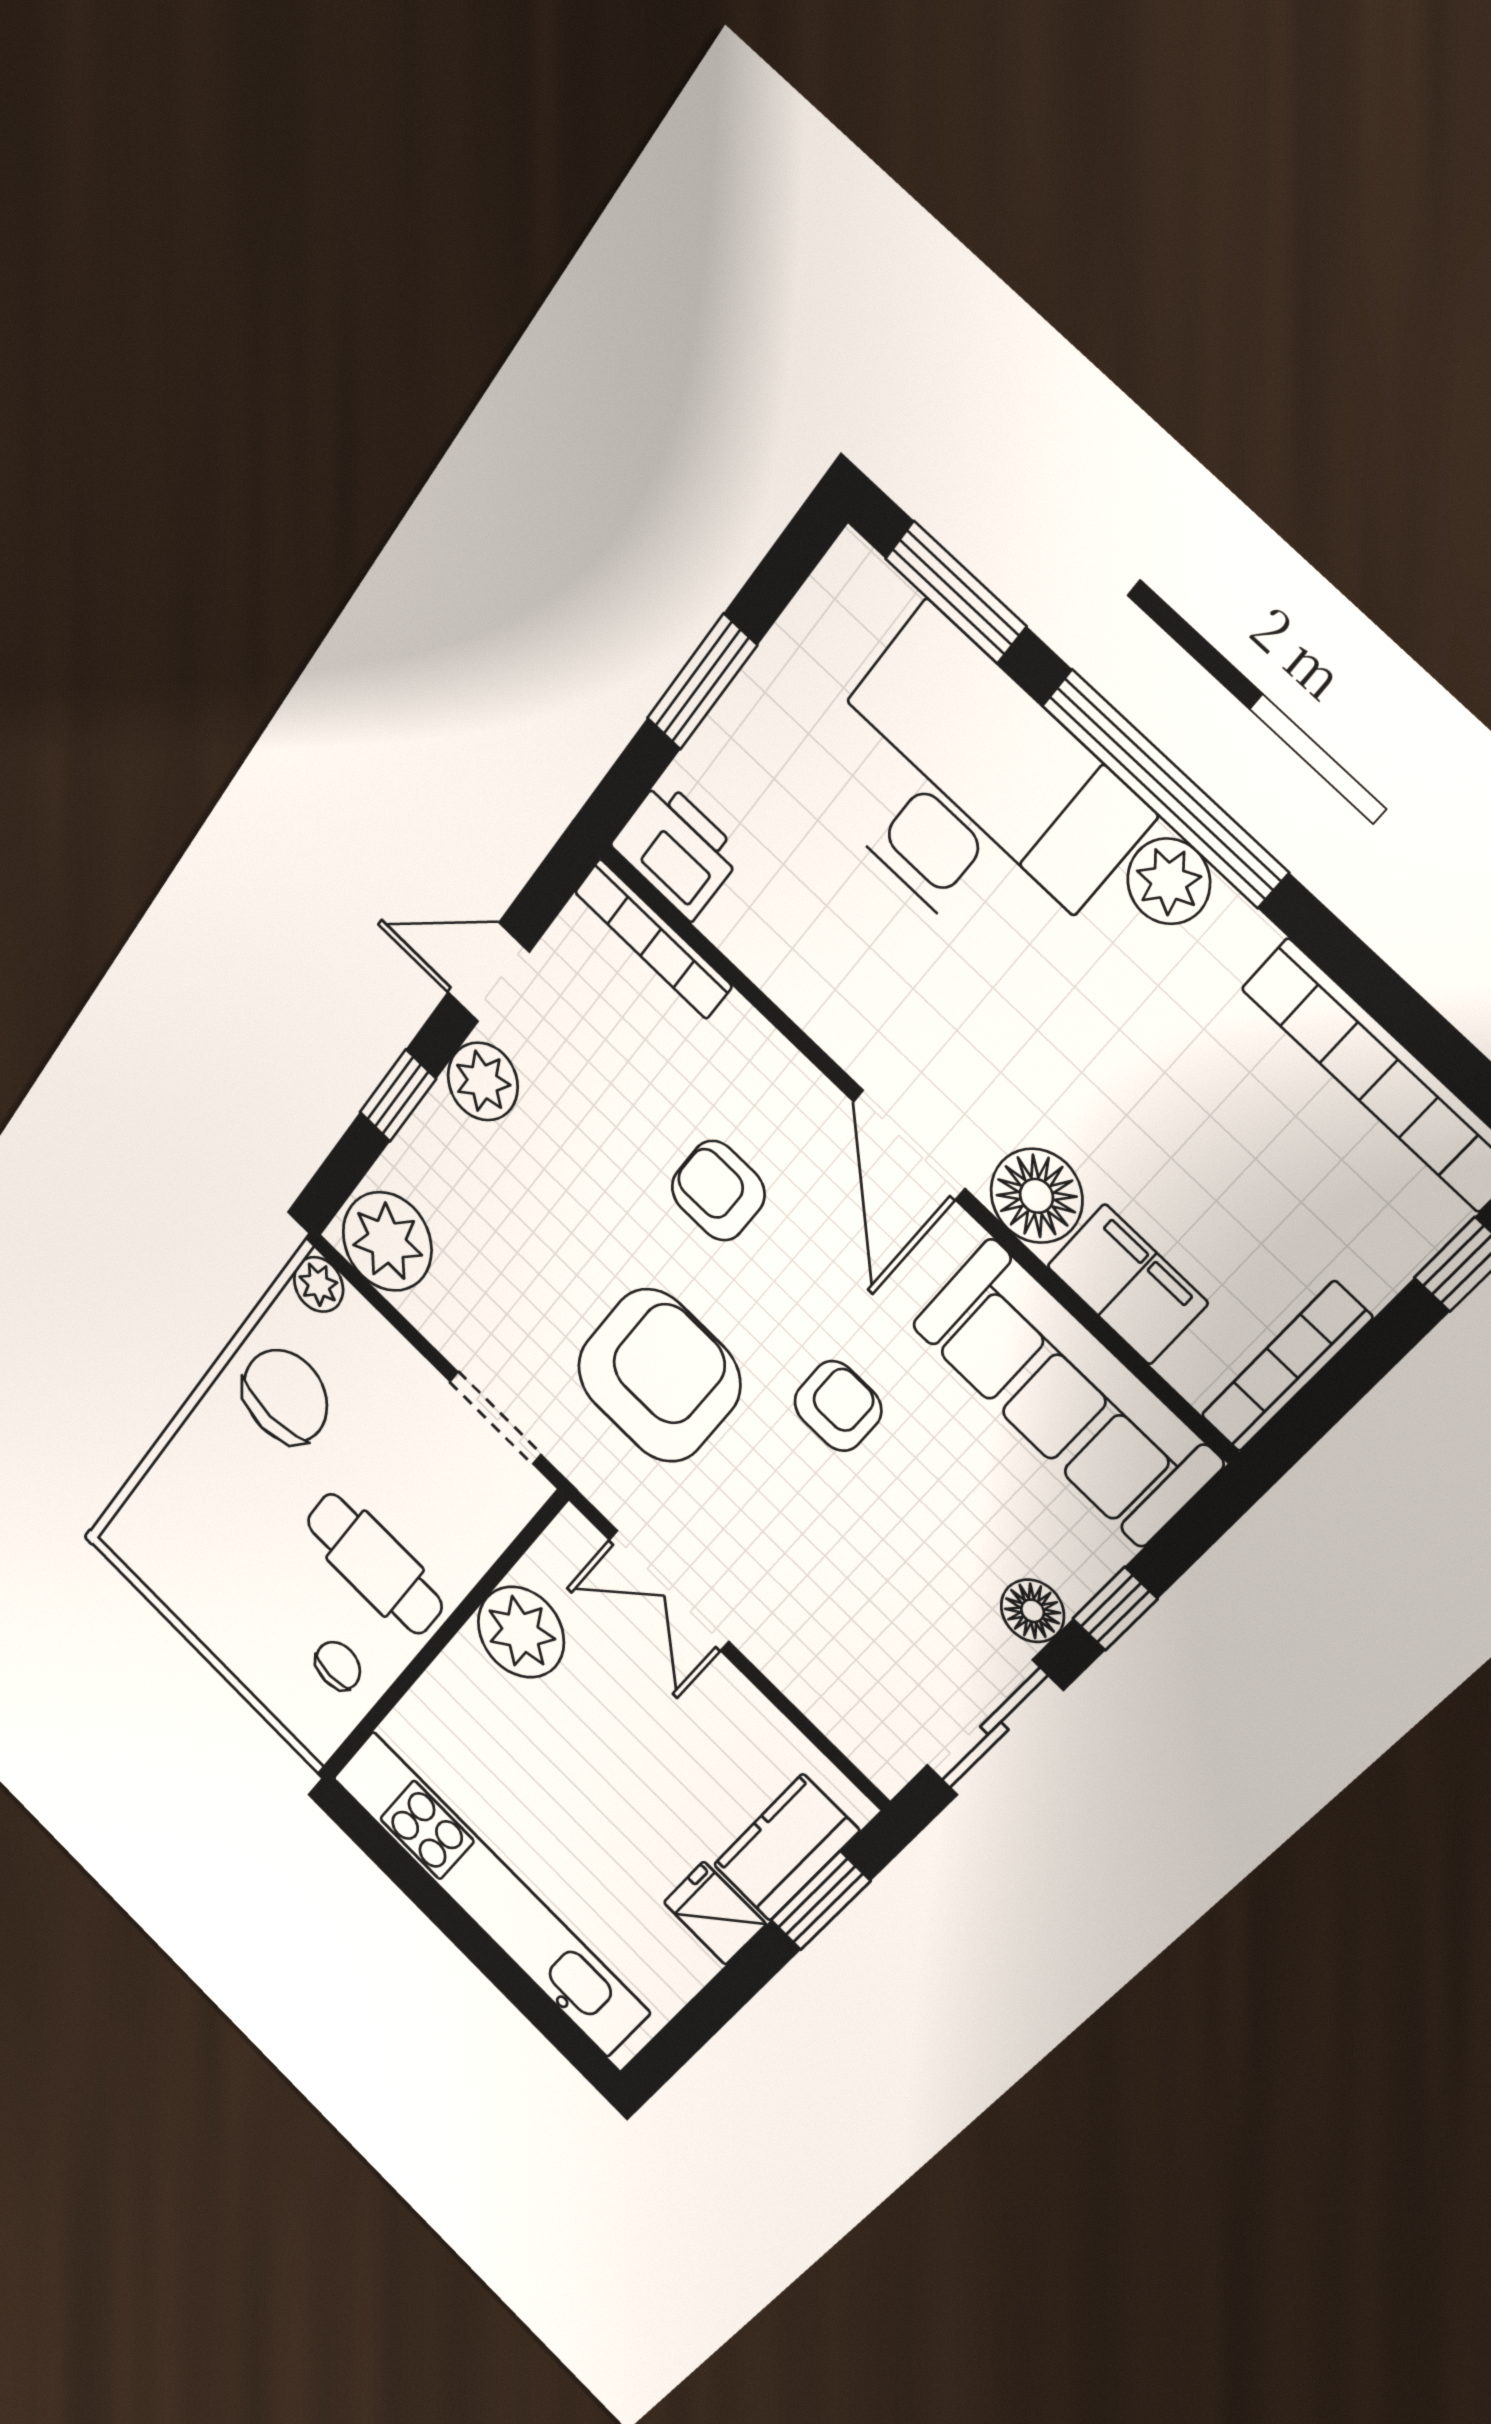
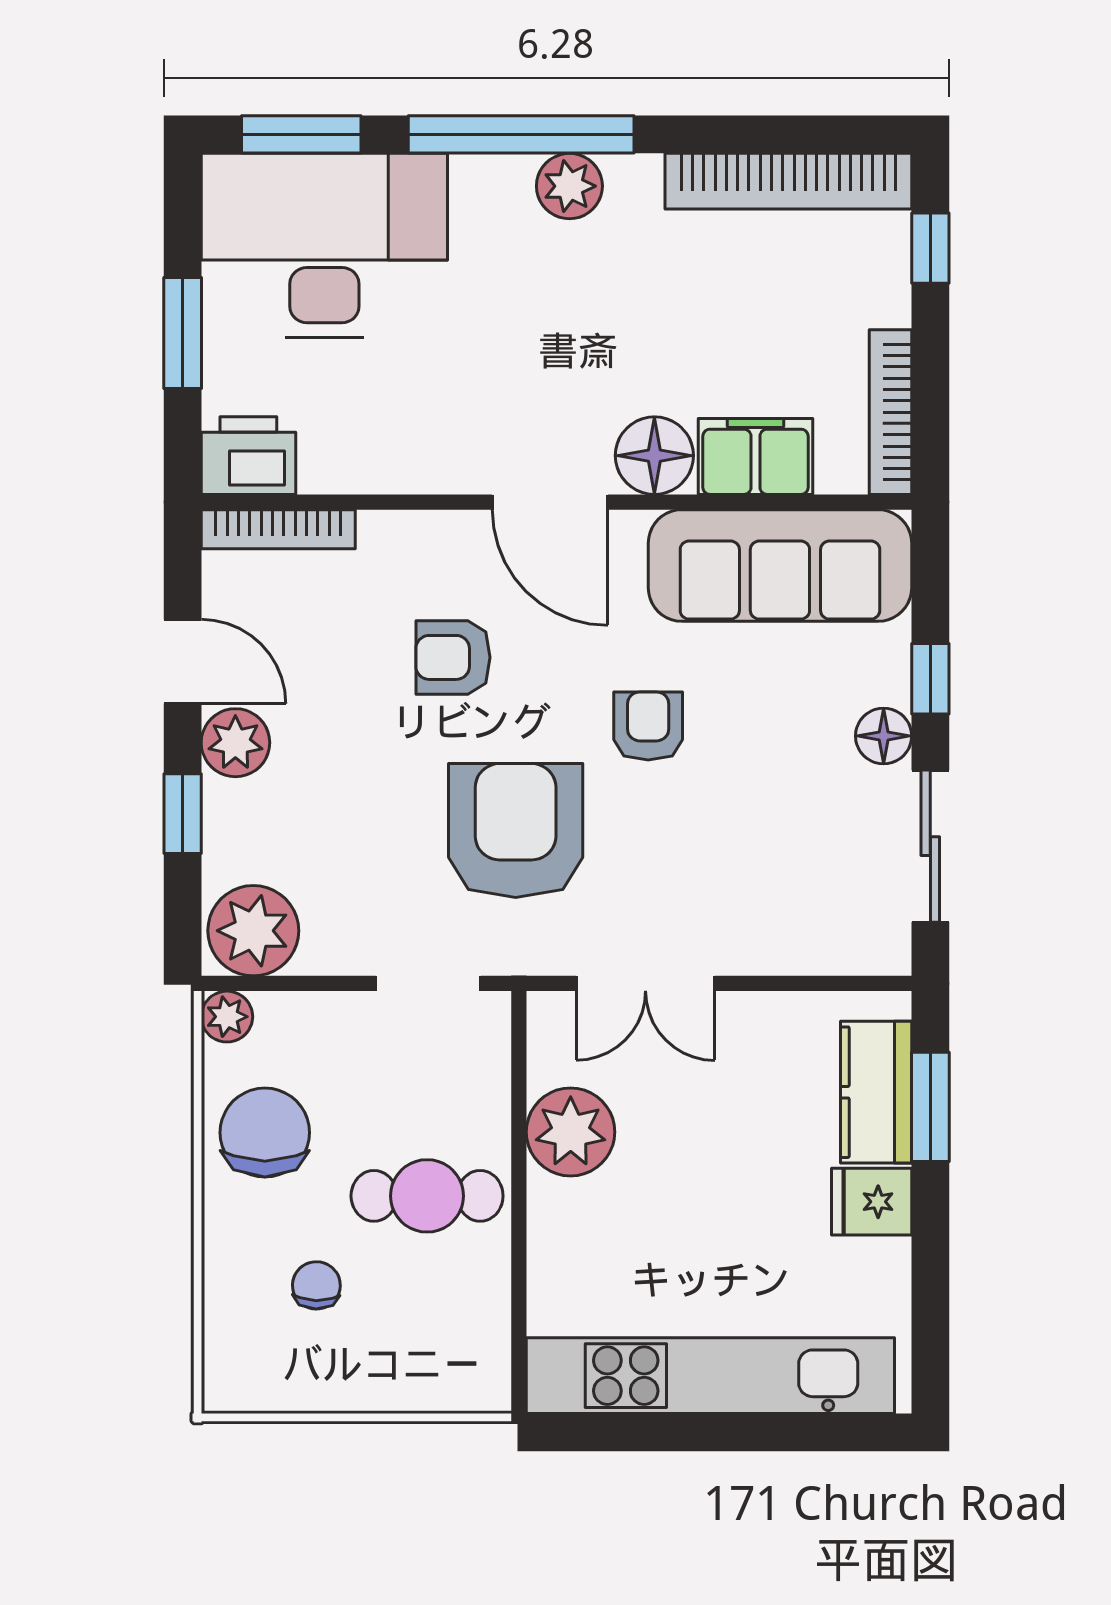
desk: (971, 794) -> (324, 245), moved
door: (488, 972) -> (183, 661), swing flipped
chair: (338, 1666) -> (316, 1285), moved

